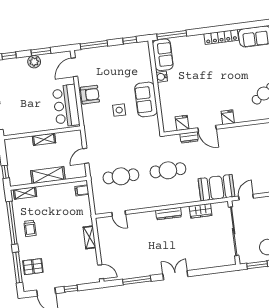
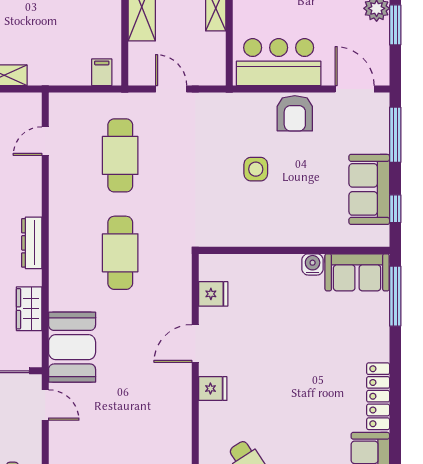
sofa: (146, 99) -> (369, 189), moved, turned -90
dresser: (189, 137) -> (182, 305), removed

